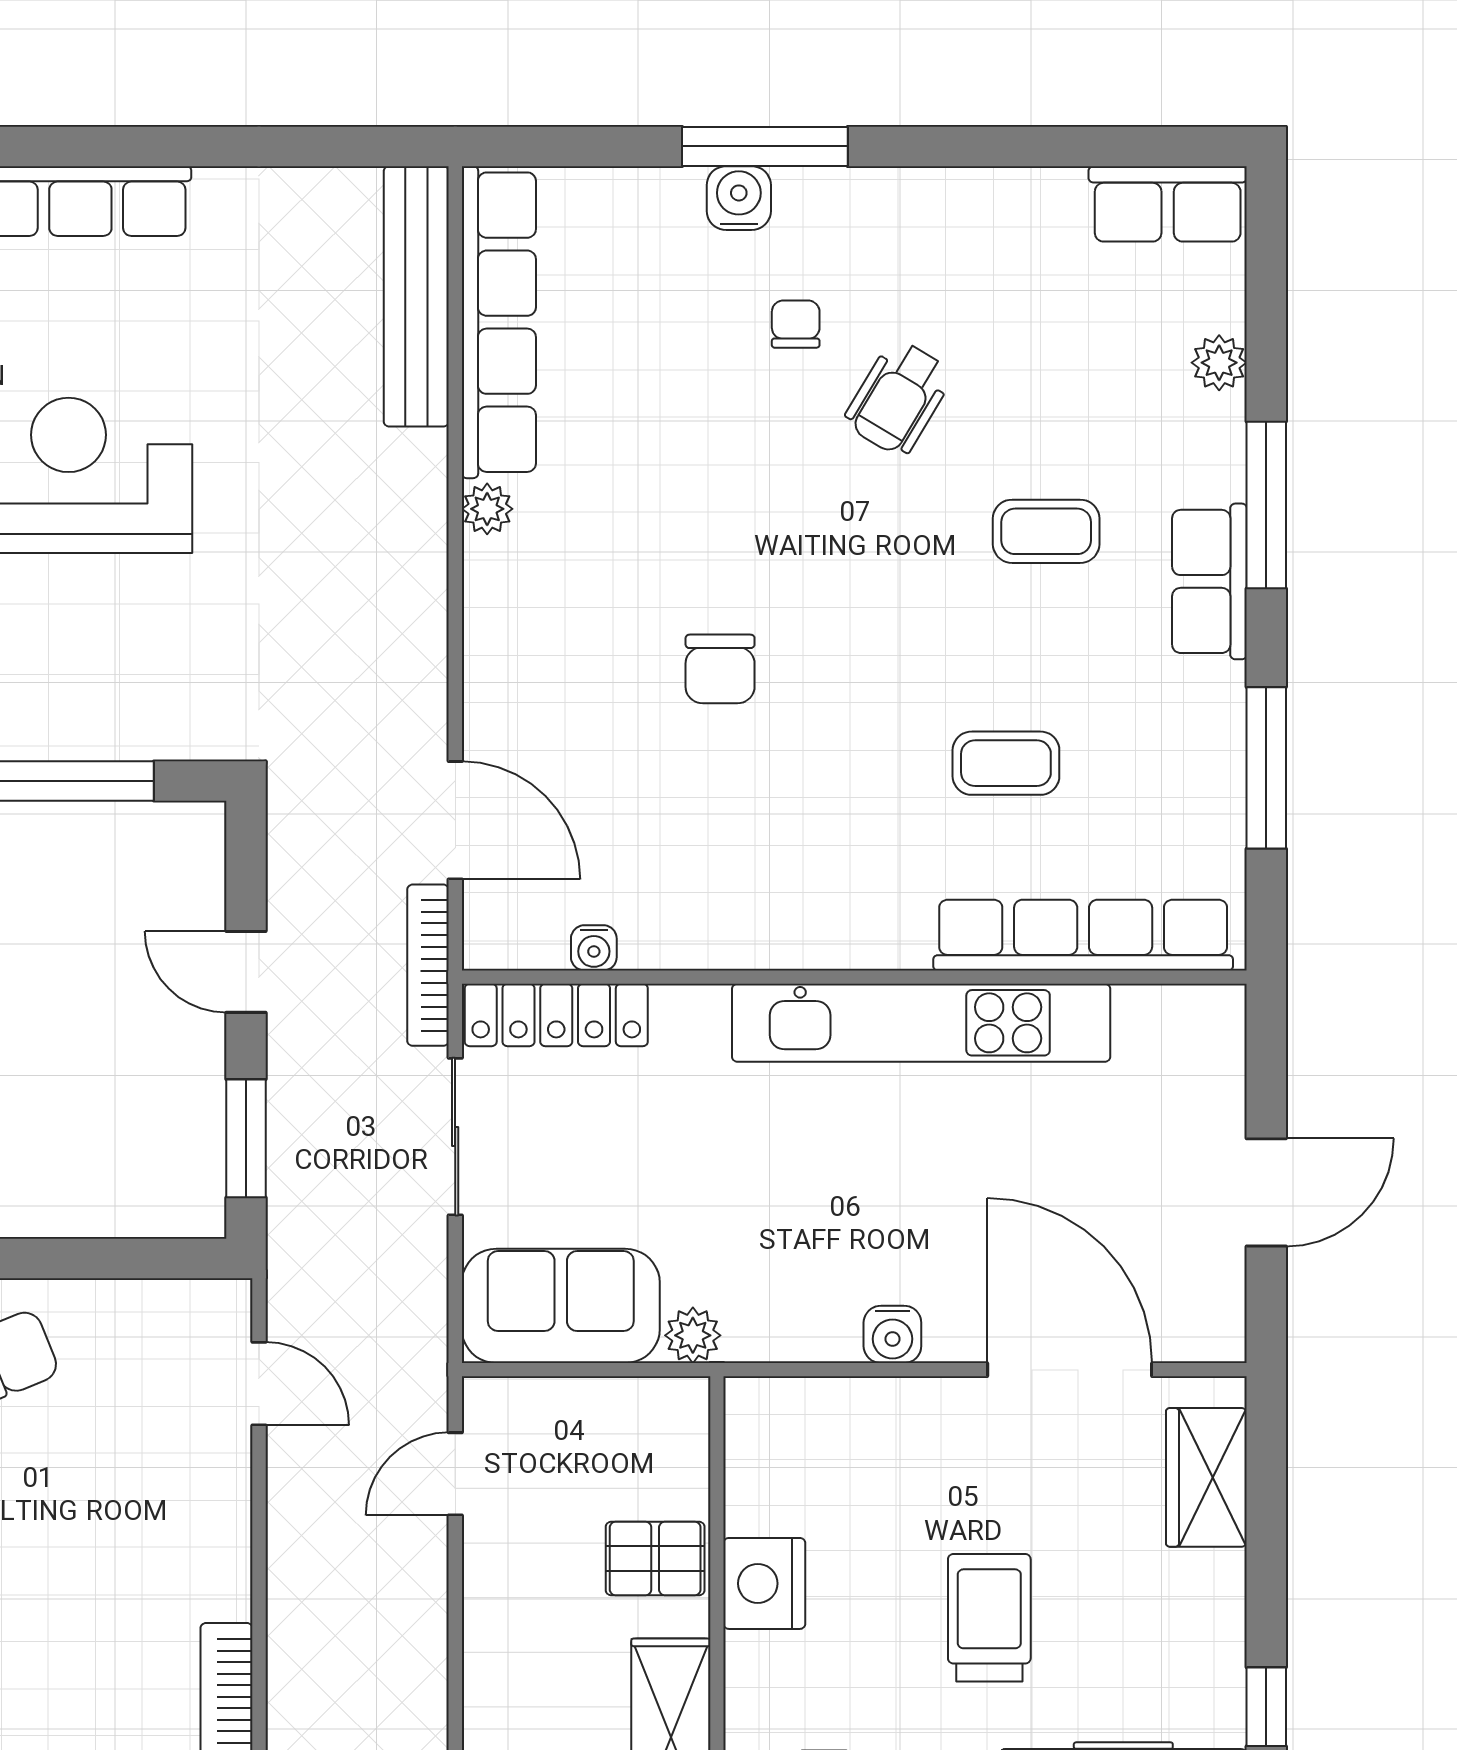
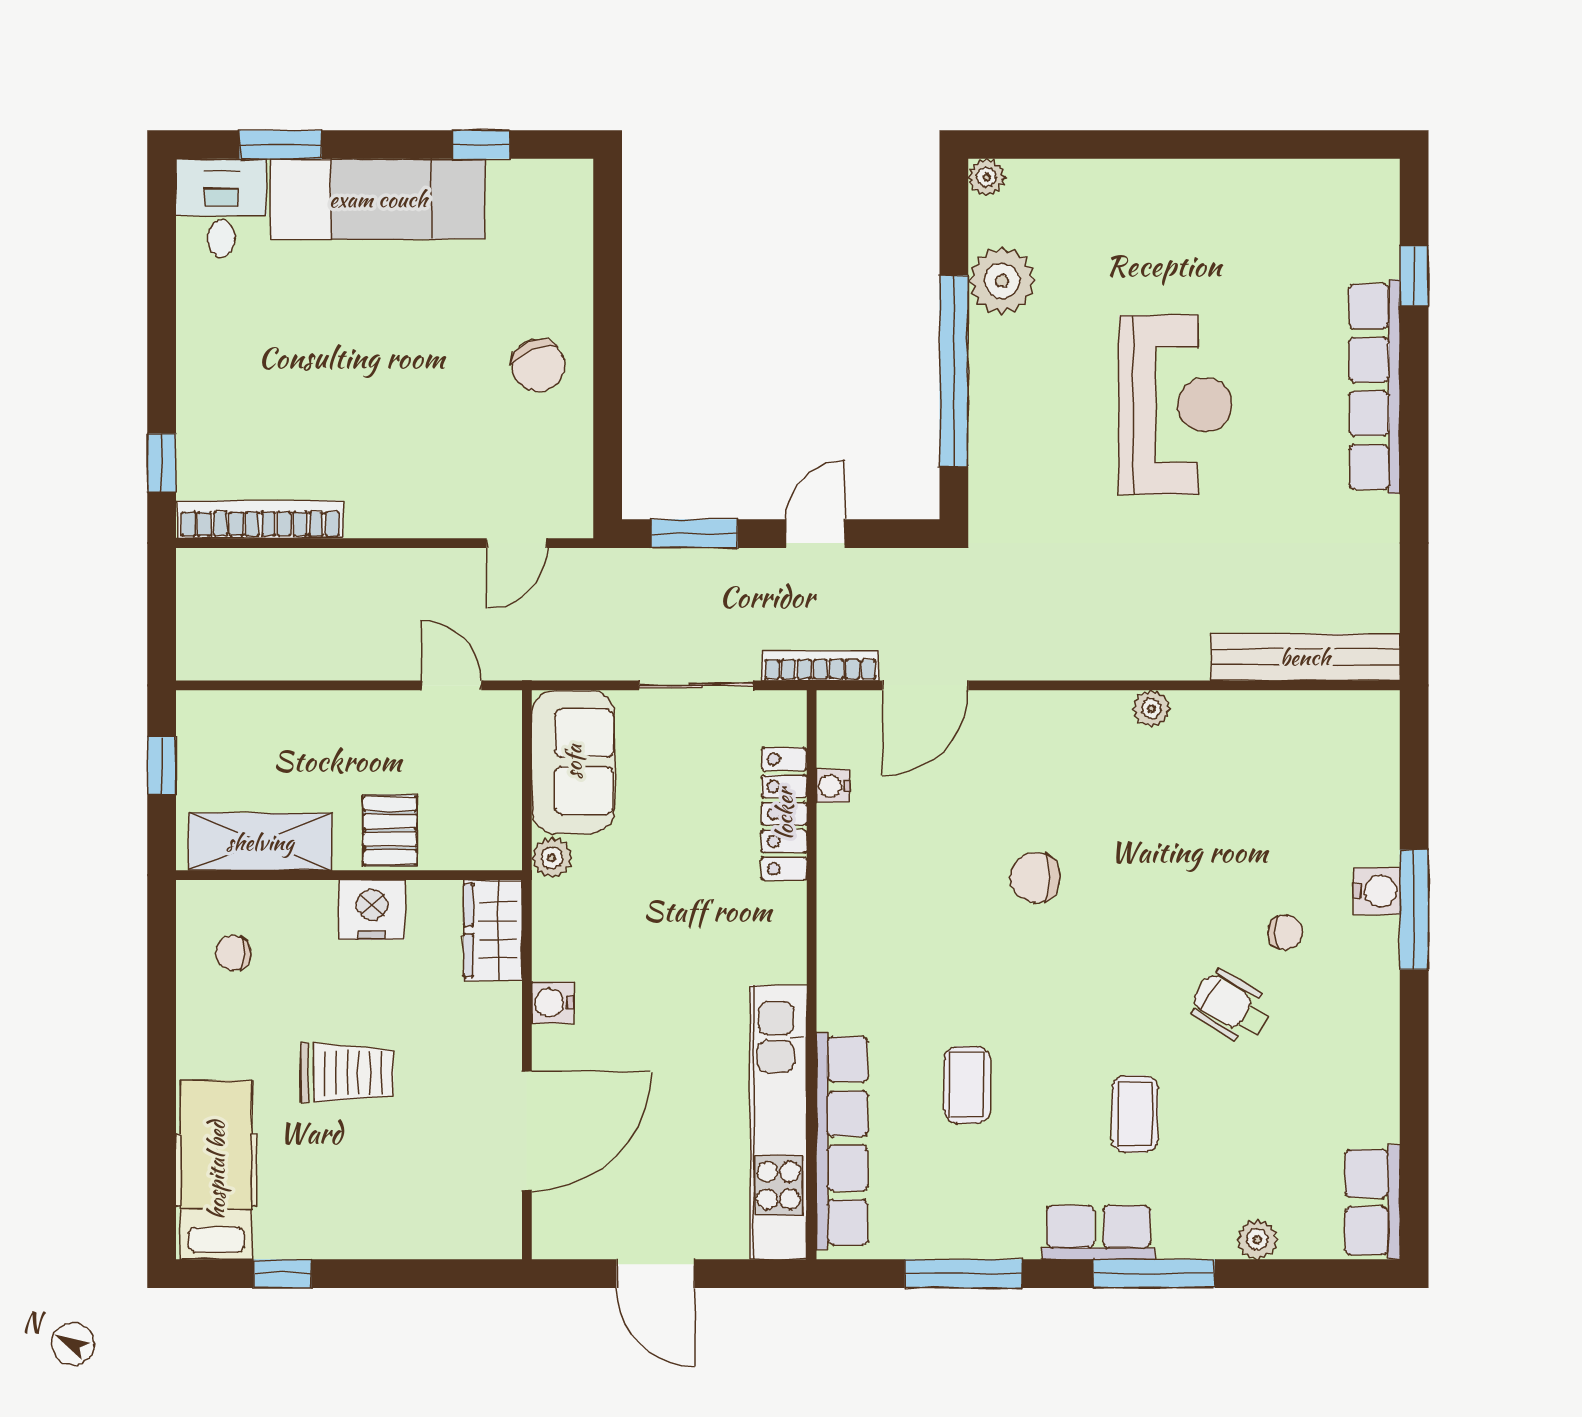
row of seats: (499, 322) -> (1287, 717), removed
locker: (556, 1015) -> (784, 814), moved
kitchen unit: (921, 1023) -> (779, 1122), moved
wardrobe: (1206, 1477) -> (493, 930), moved, turned -90

